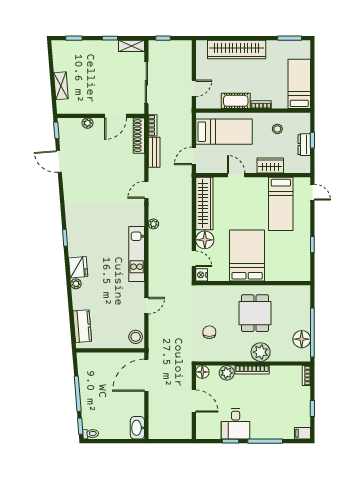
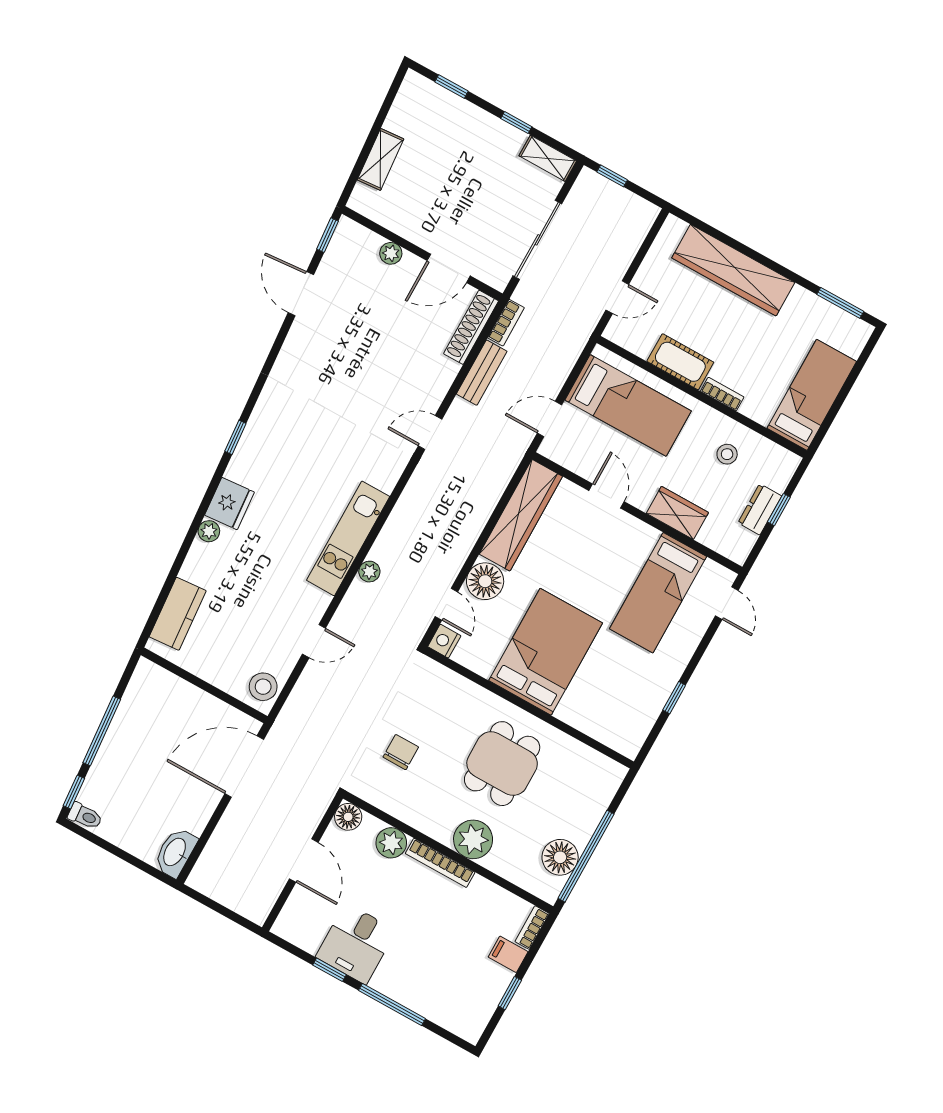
plant: (153, 224) -> (369, 572), moved
filing cabinet: (303, 433) -> (508, 954), moved

